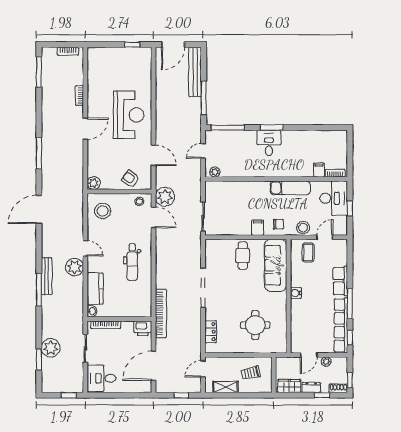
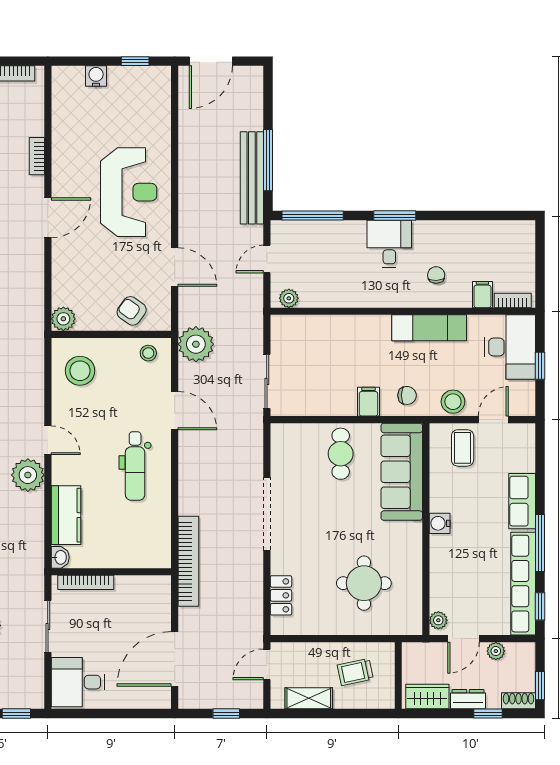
water cooler: (111, 53) -> (96, 76), added
bench: (195, 72) -> (252, 178), moved
chair: (294, 160) -> (436, 275), added
door: (153, 217) -> (175, 411), moved
printer: (143, 328) -> (155, 589), removed
plant: (295, 345) -> (438, 620), added

